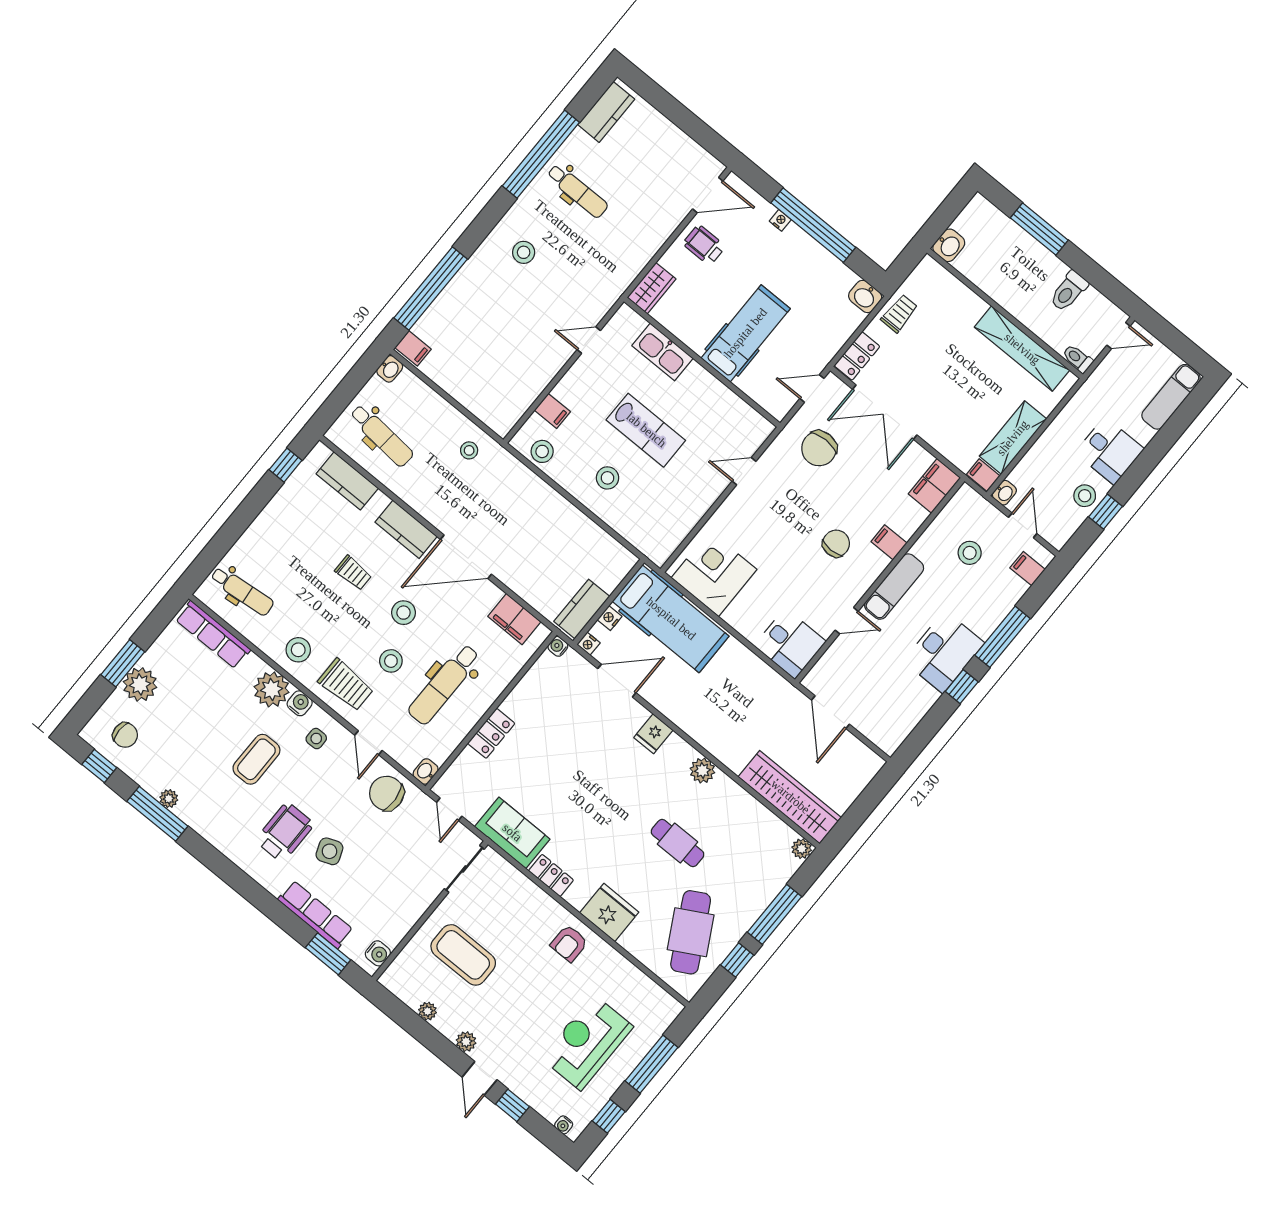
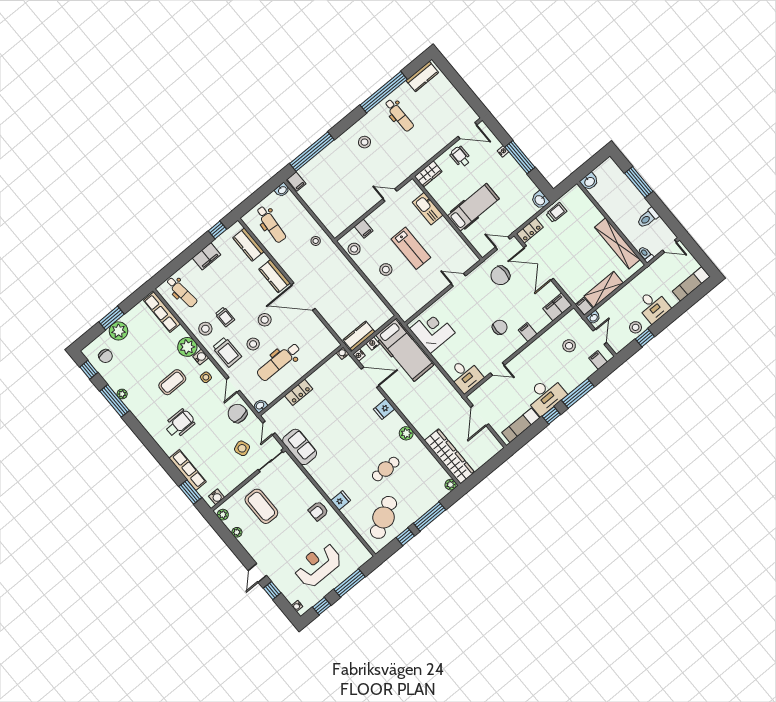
window: (813, 225) -> (520, 157), width x0.68
trolley: (353, 573) -> (225, 317), moved
exam couch: (894, 587) -> (521, 425), moved, turned 180
filing cabinet: (514, 619) -> (206, 256), moved, turned -90
cafe table: (678, 843) -> (386, 469), turned 90
side table: (329, 851) -> (242, 448), moved
locker: (551, 875) -> (316, 473), removed
fridge: (609, 912) -> (341, 500), width x0.53, depth x0.75
plant: (466, 1042) -> (223, 515), moved

